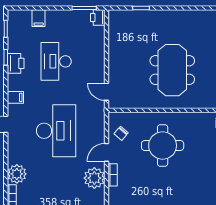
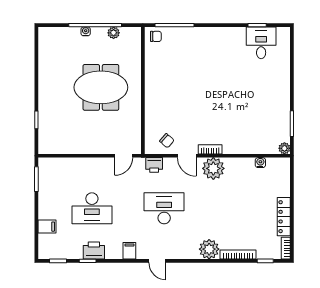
printer: (98, 18) -> (154, 165), moved
desk: (56, 131) -> (164, 208), width x0.73, depth x0.77
round table: (163, 146) -> (179, 97), removed

